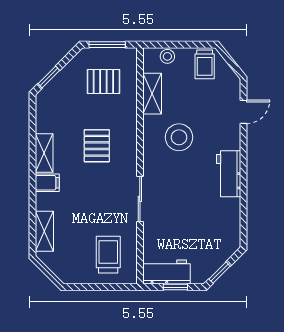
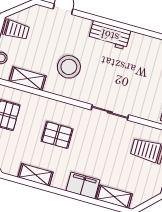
shelving: (44, 153) -> (35, 175), moved
filing cabinet: (47, 183) -> (83, 185), width x2.00

